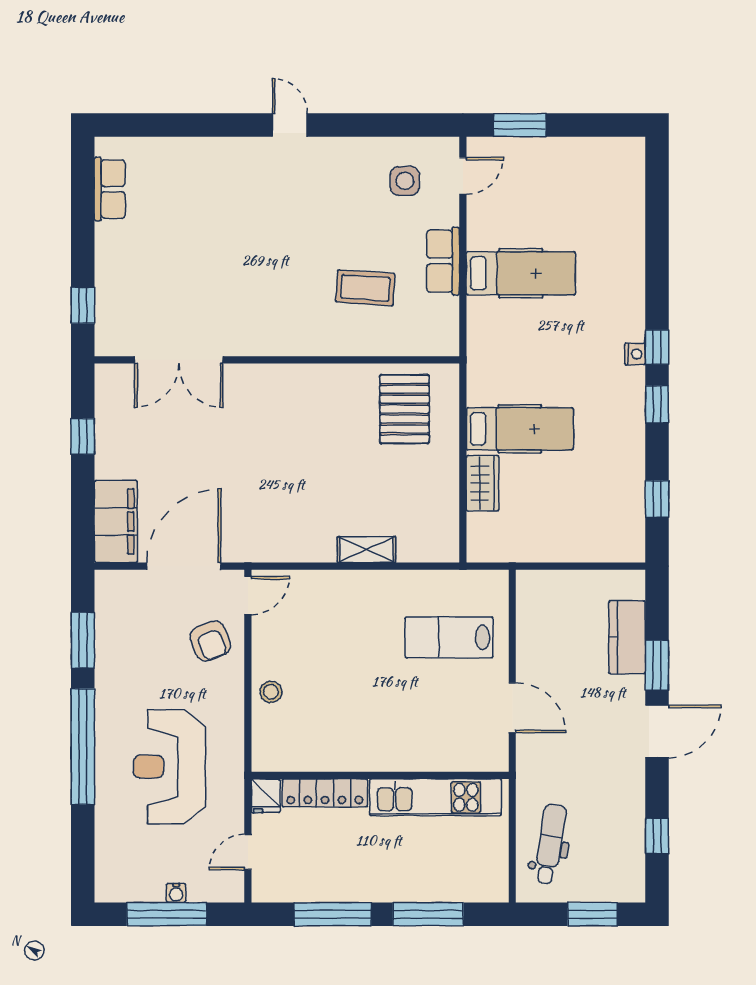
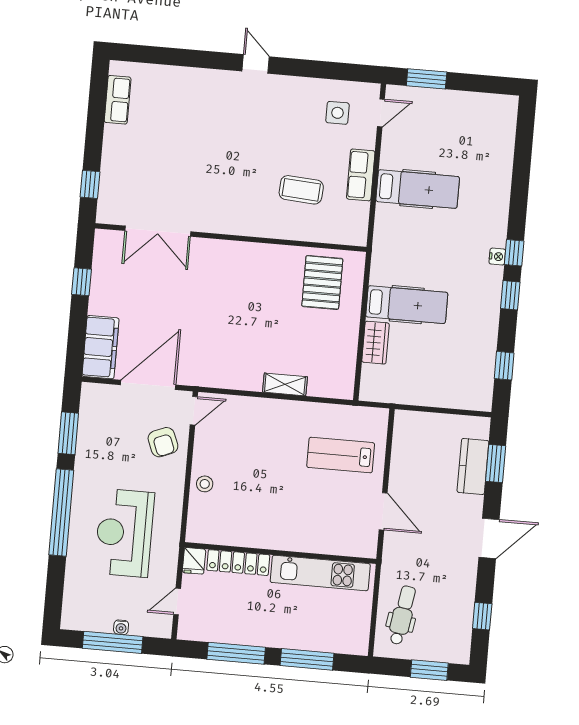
window: (657, 665) -> (496, 464), moved

